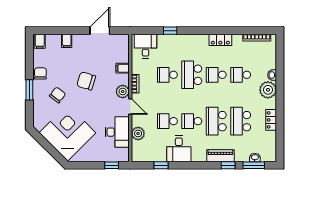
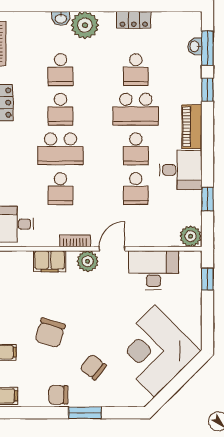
filing cabinet: (123, 68) -> (50, 261), width x2.00
chair: (86, 81) -> (50, 333), moved
school desk: (241, 121) -> (136, 70), width x0.54
plant: (138, 133) -> (191, 236), moved
piano: (220, 156) -> (192, 127), moved

